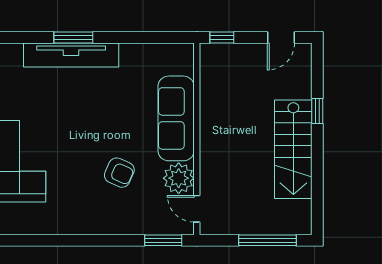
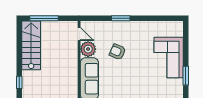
stairs: (293, 149) -> (31, 45), moved
window: (163, 240) -> (121, 18), moved

